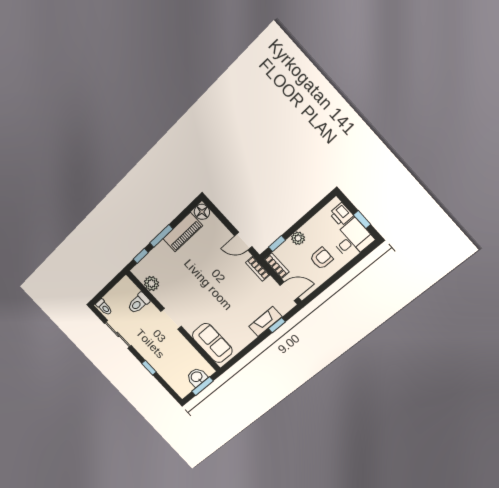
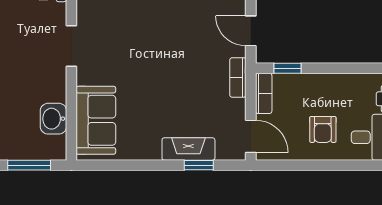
plant: (298, 238) -> (317, 83), removed
armchair: (321, 258) -> (323, 129), turned 90
washbasin: (197, 377) -> (53, 119), moved, turned -90

